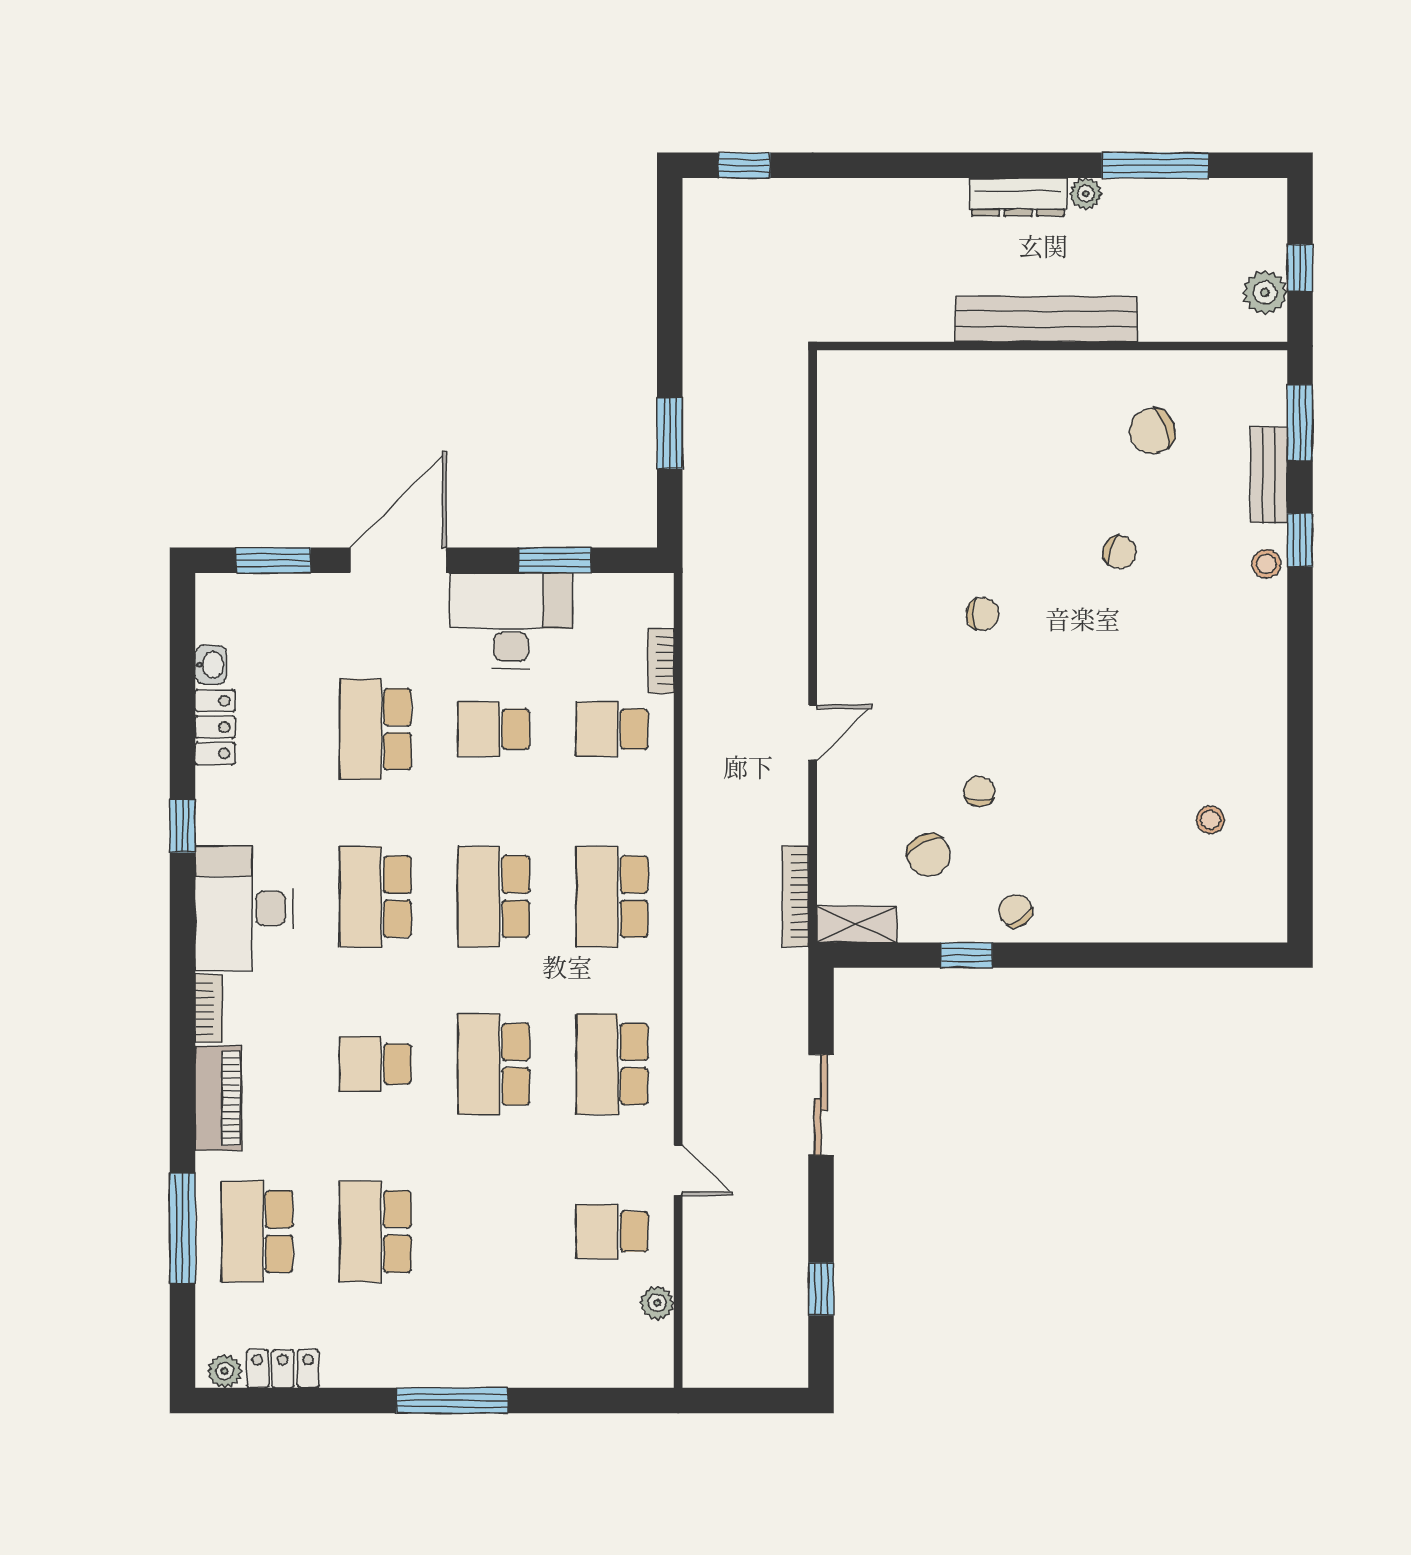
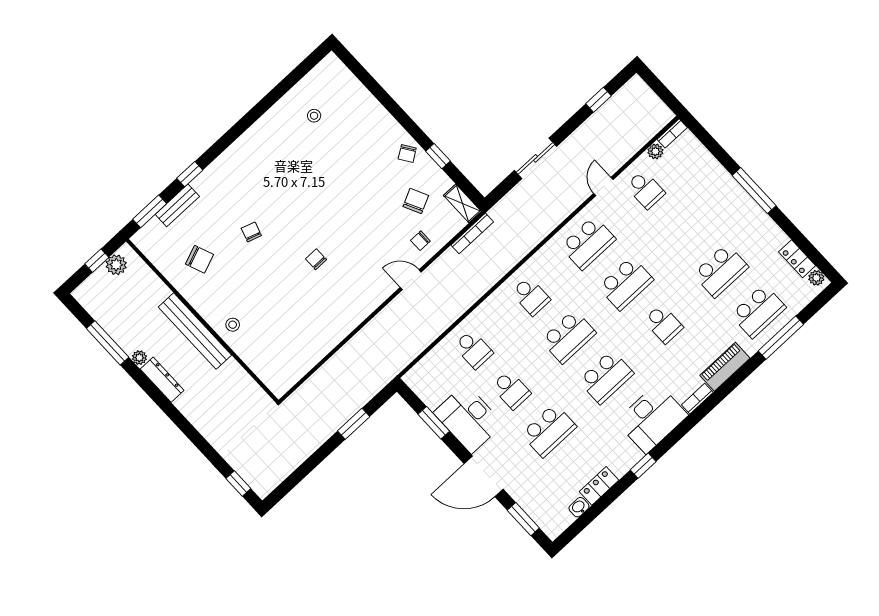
stool: (1266, 564) -> (233, 325), moved
bookcase: (661, 661) -> (672, 133), moved
chair: (979, 791) -> (420, 241), moved
school desk: (612, 897) -> (531, 296), width x0.54

